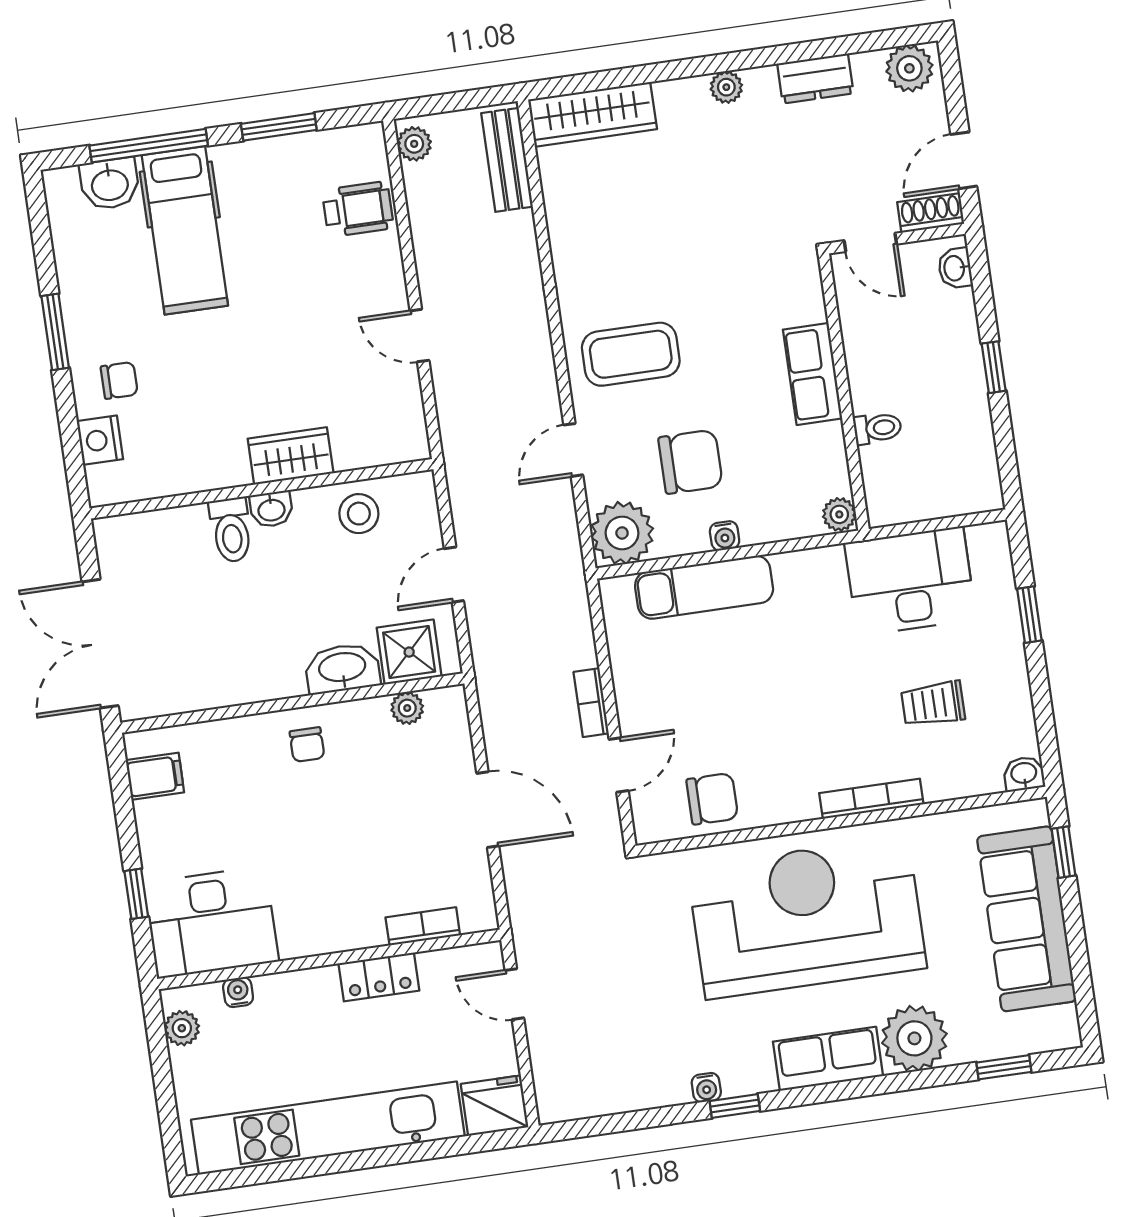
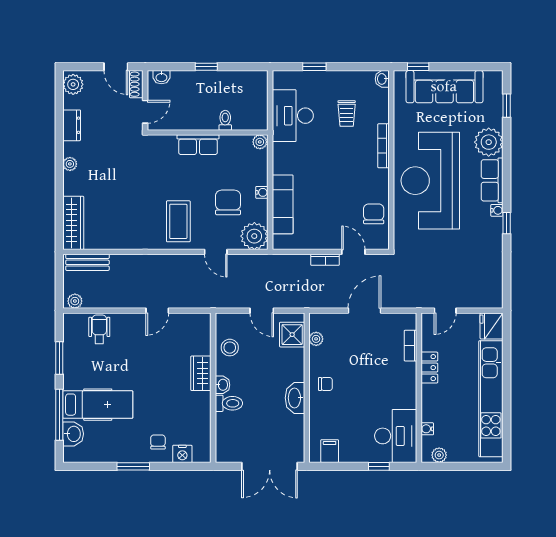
washbasin: (342, 668) -> (295, 398), moved
water cooler: (706, 1088) -> (497, 210), moved

